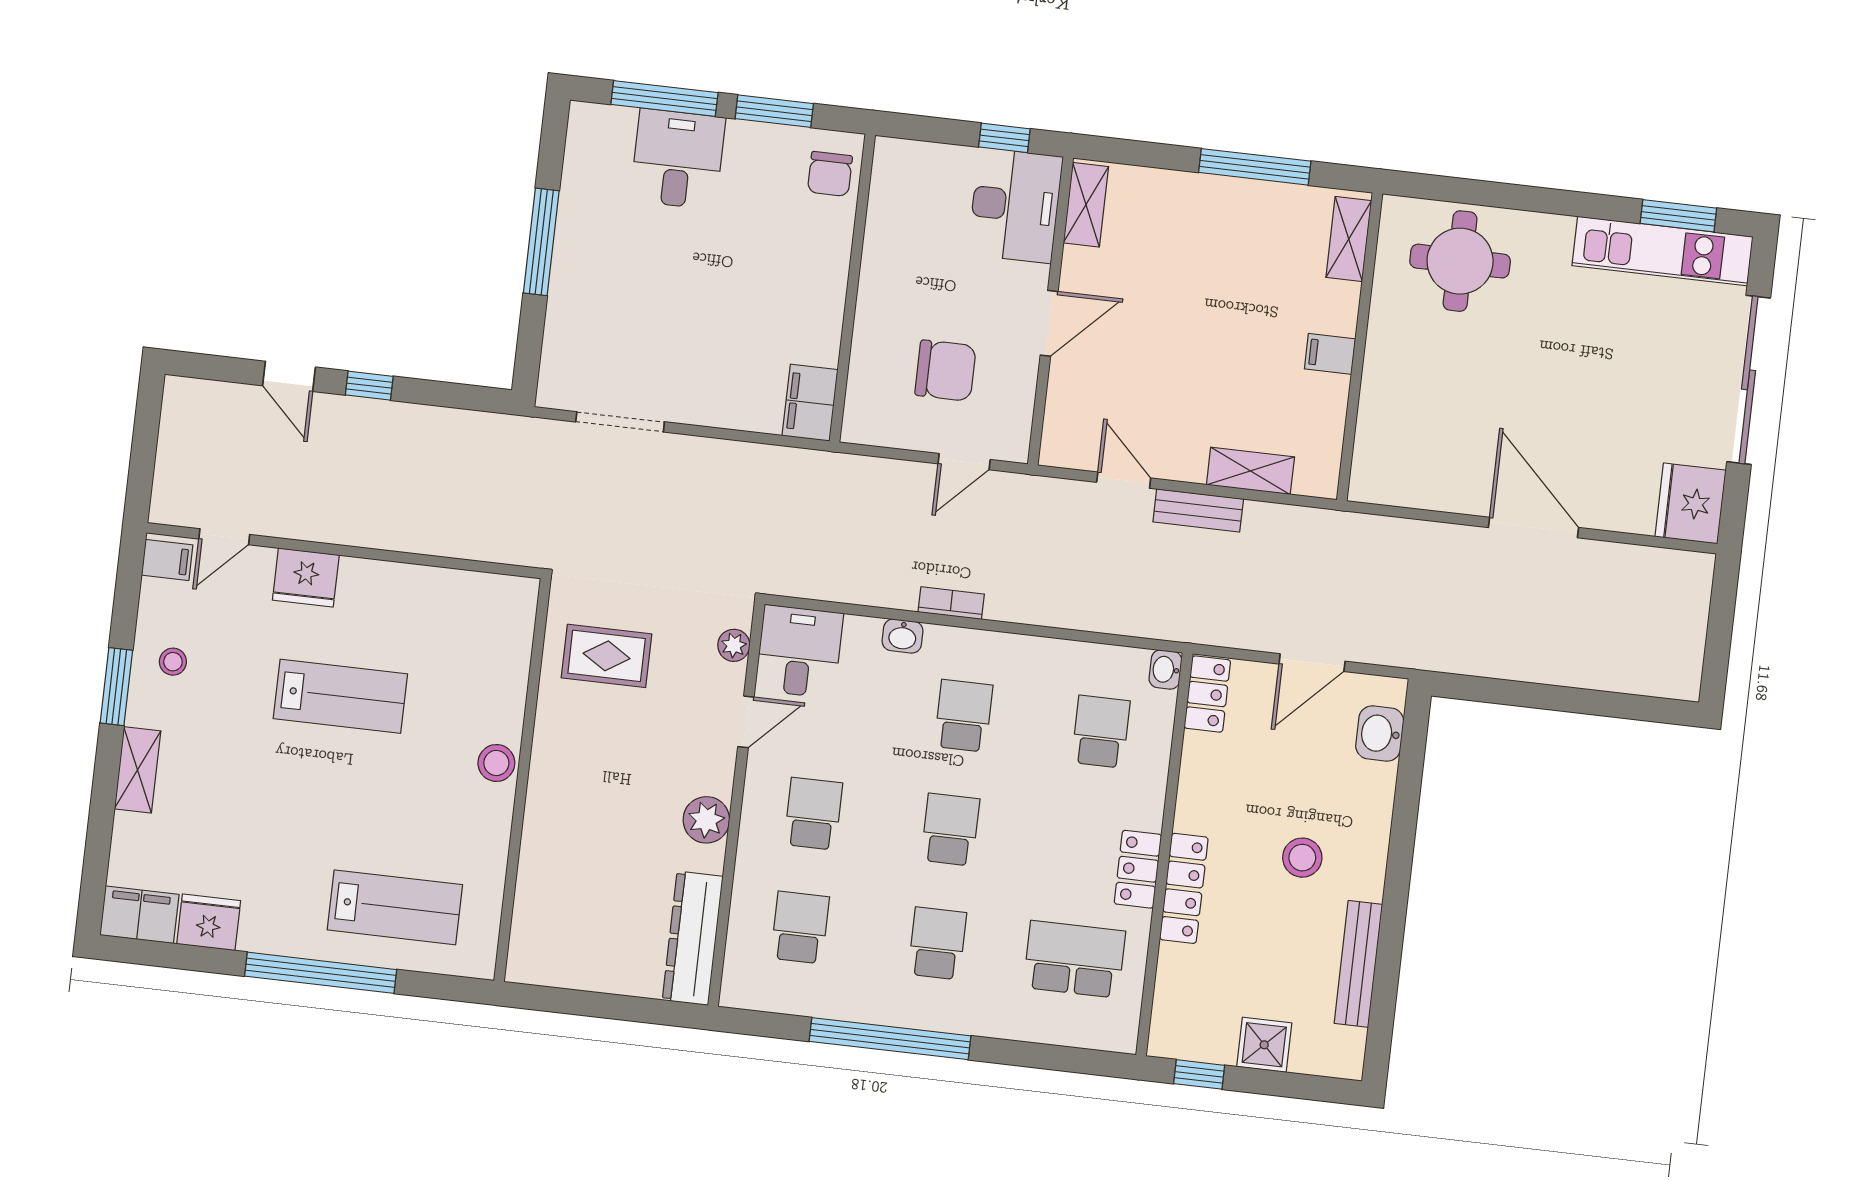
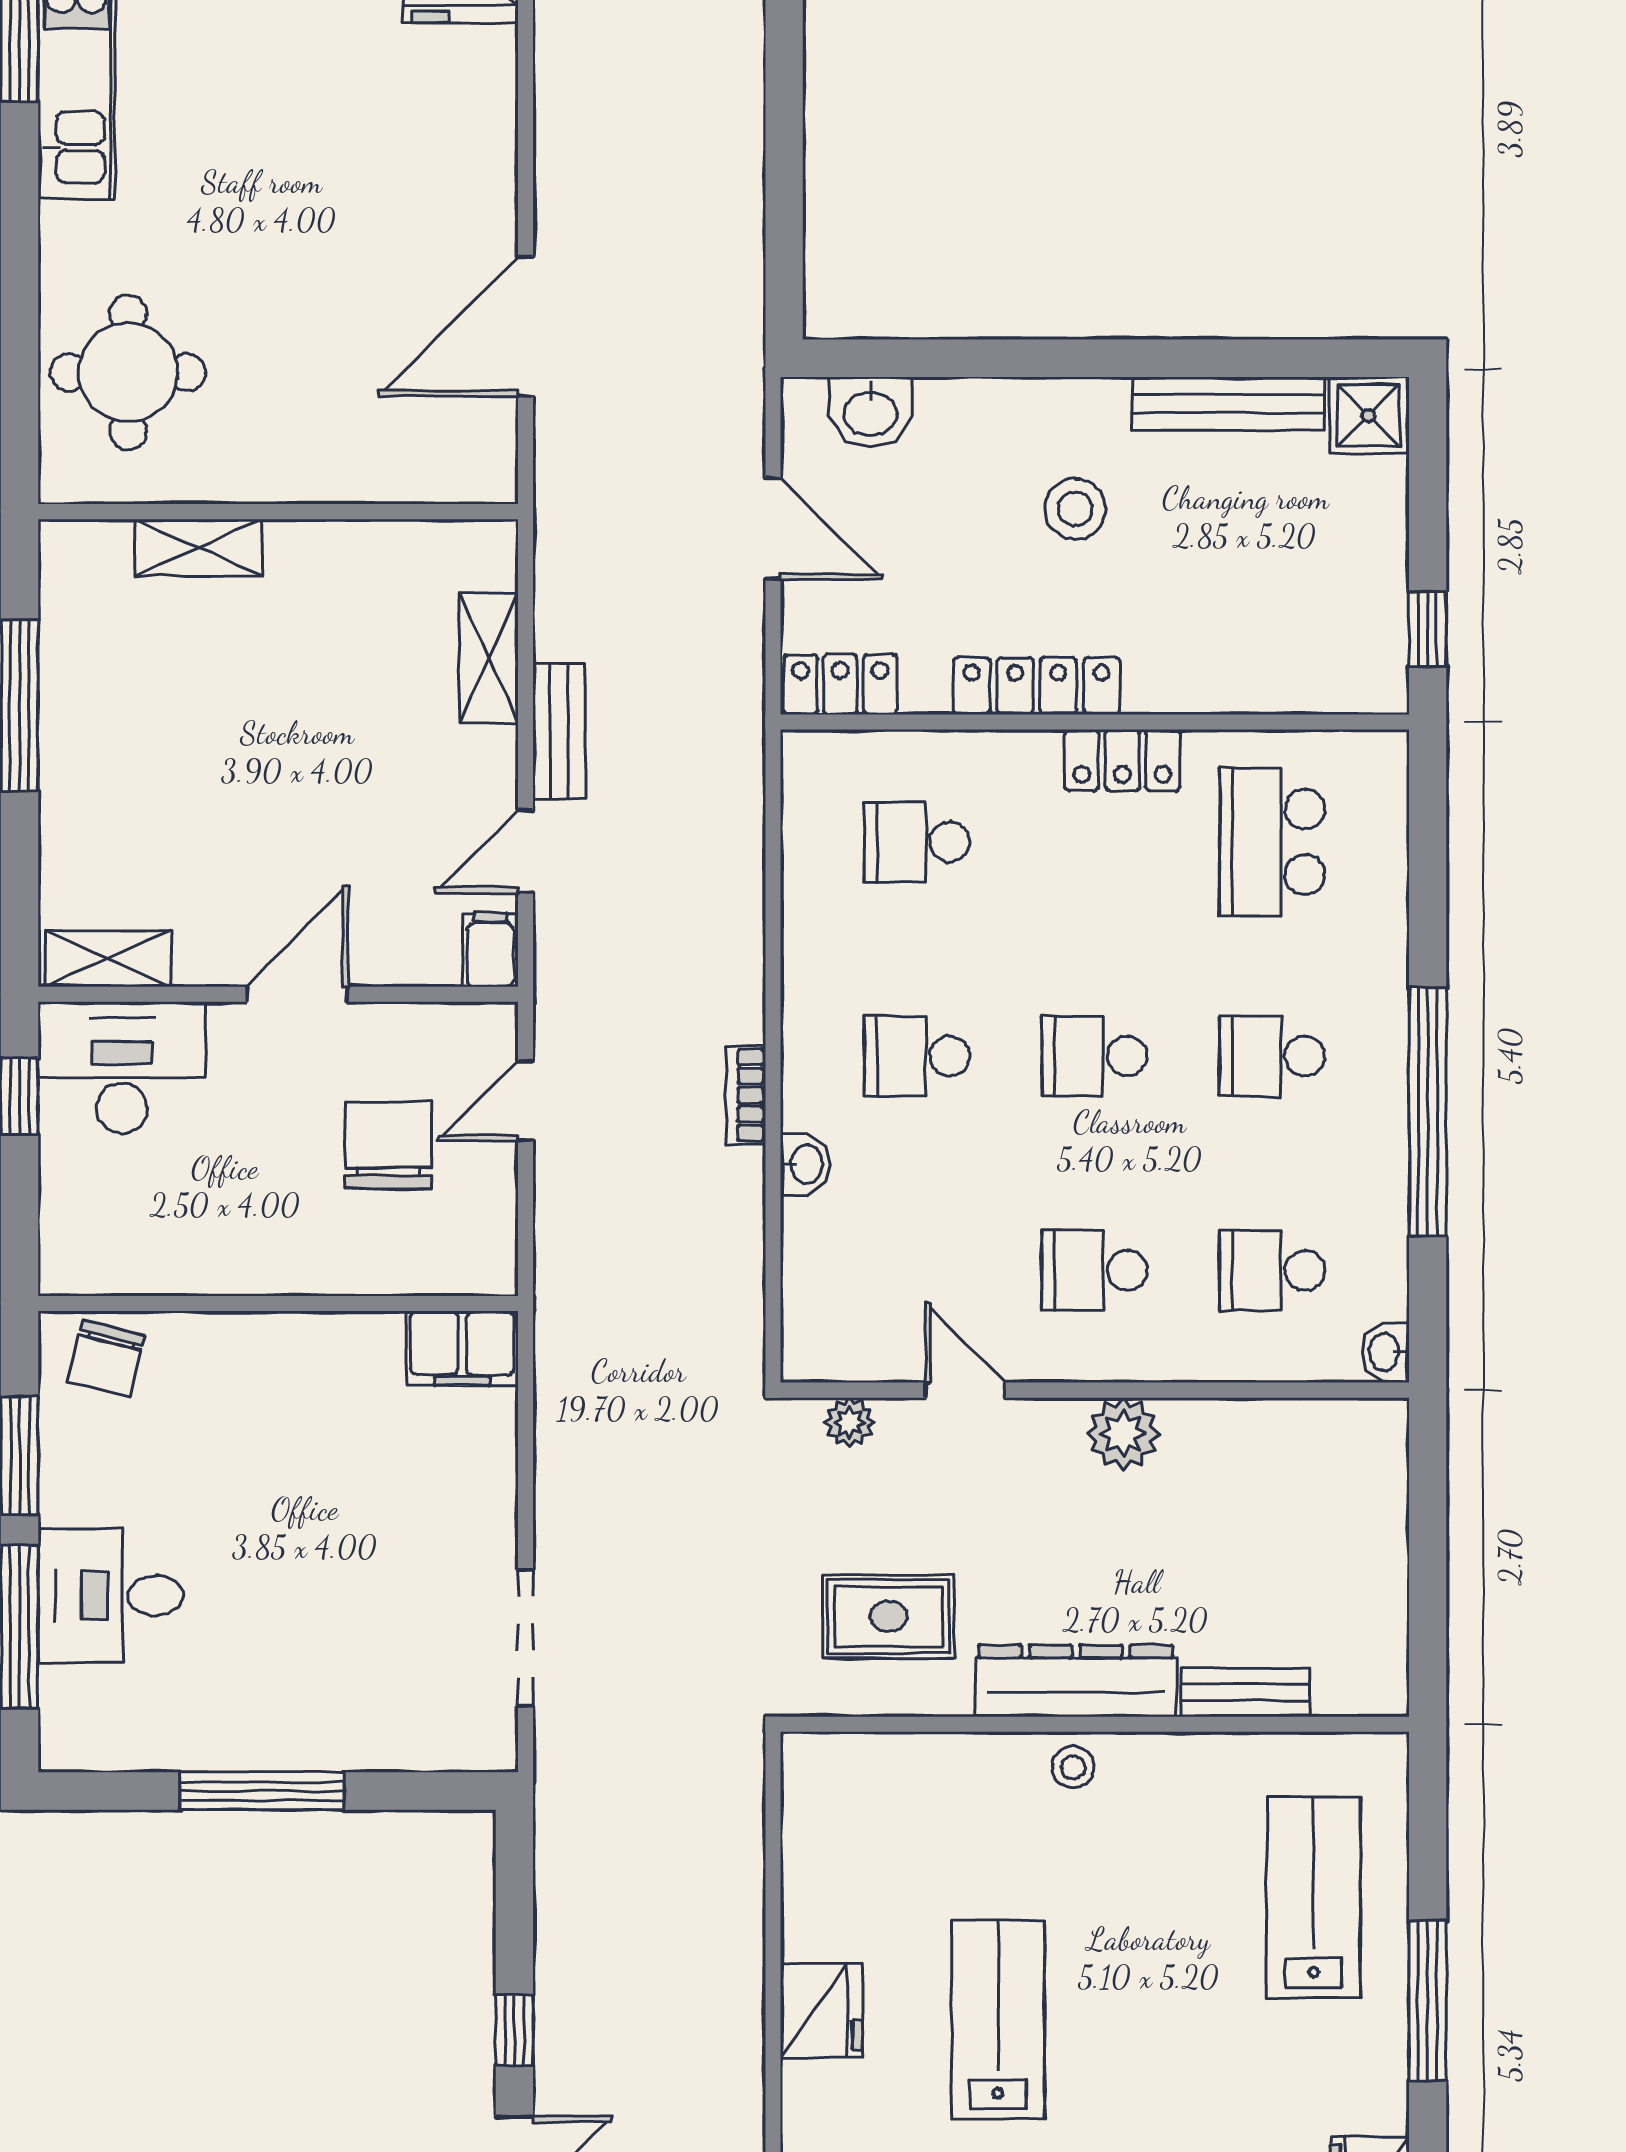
chair: (830, 174) -> (106, 1358), turned 104
shelving: (1349, 239) -> (198, 548), moved
door: (1049, 323) -> (297, 994), hinge flipped
filing cabinet: (1330, 354) -> (490, 950), moved, turned 180
door: (964, 462) -> (526, 1100), swing flipped
door: (1533, 528) -> (526, 327), moved
fridge: (306, 578) -> (821, 2010), moved
desk: (799, 652) -> (847, 1321), removed
rug: (607, 656) -> (889, 1617), turned 90
washbasin: (1165, 670) -> (1385, 1352), moved, turned 90
stool: (496, 763) -> (1073, 1767), width x0.73, depth x0.73
bench: (532, 879) -> (1246, 1692), added
locker: (1184, 888) -> (1037, 686), moved
dresser: (693, 938) -> (1076, 1681), moved, turned 180
window: (321, 973) -> (1428, 2001), width x0.68
shower: (1264, 1045) -> (1368, 415), moved

